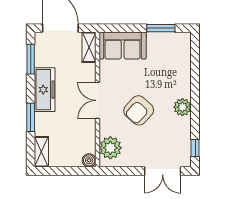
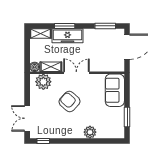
shelving: (89, 47) -> (51, 67), moved
freezer: (45, 90) -> (67, 36), moved
plant: (182, 107) -> (90, 132), moved

